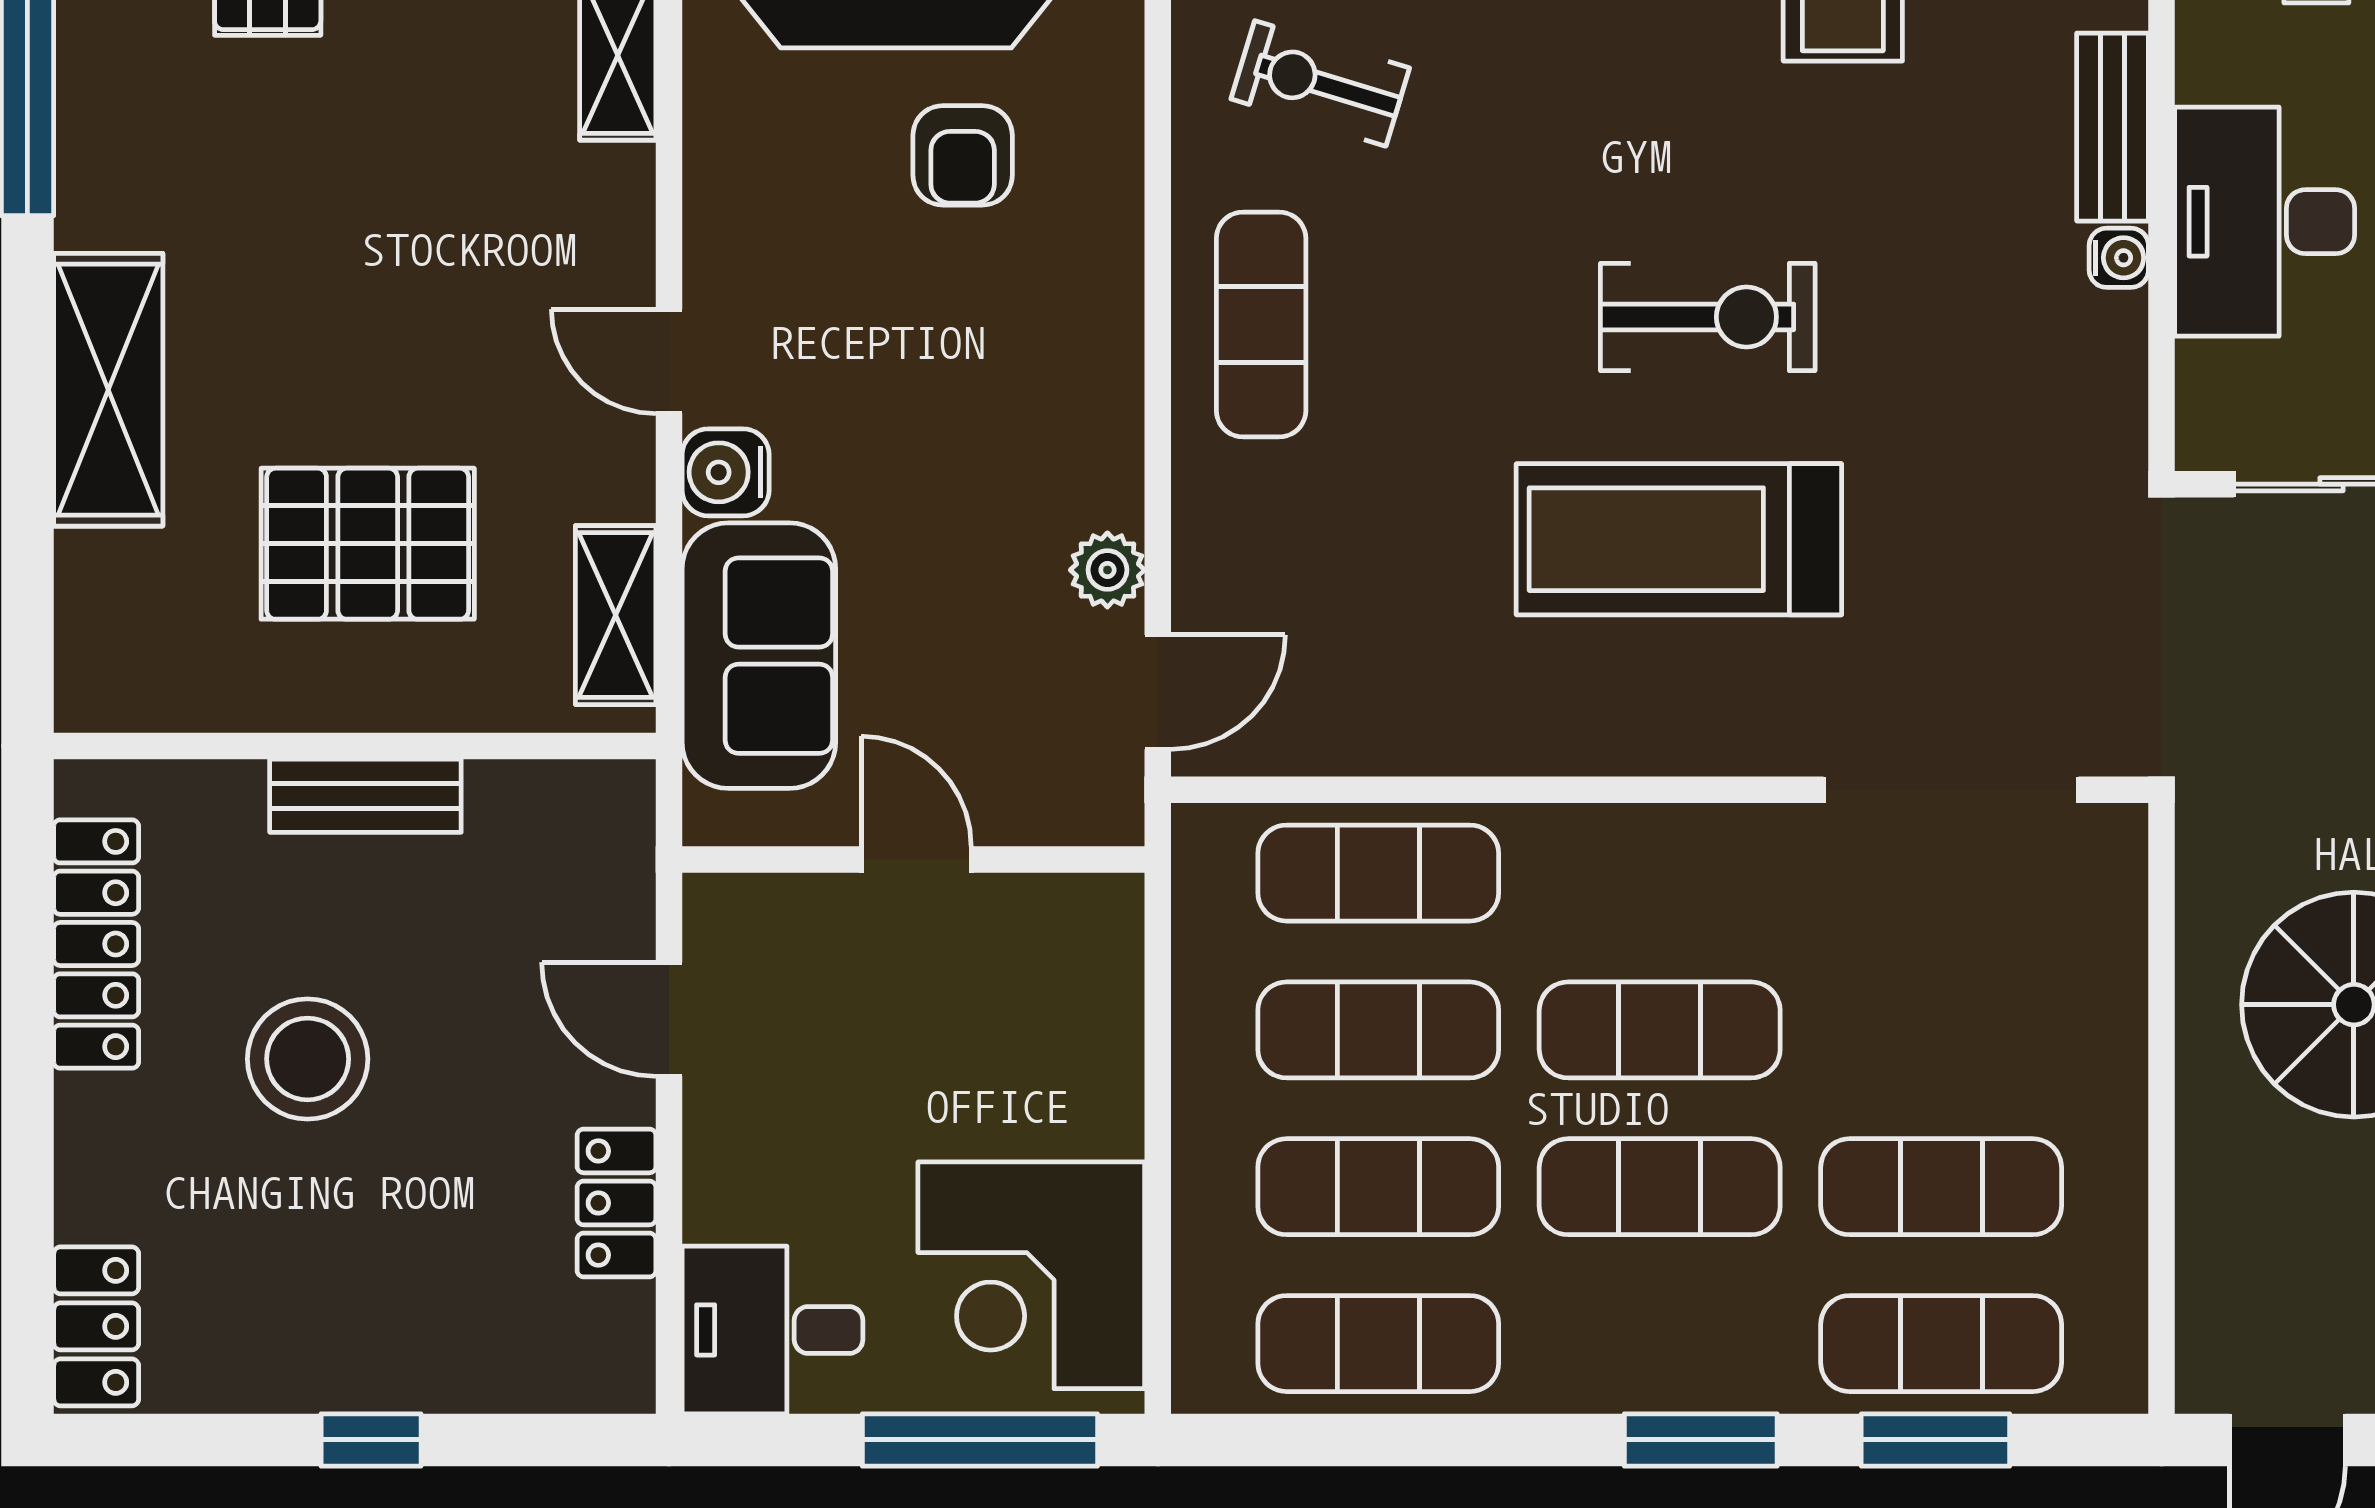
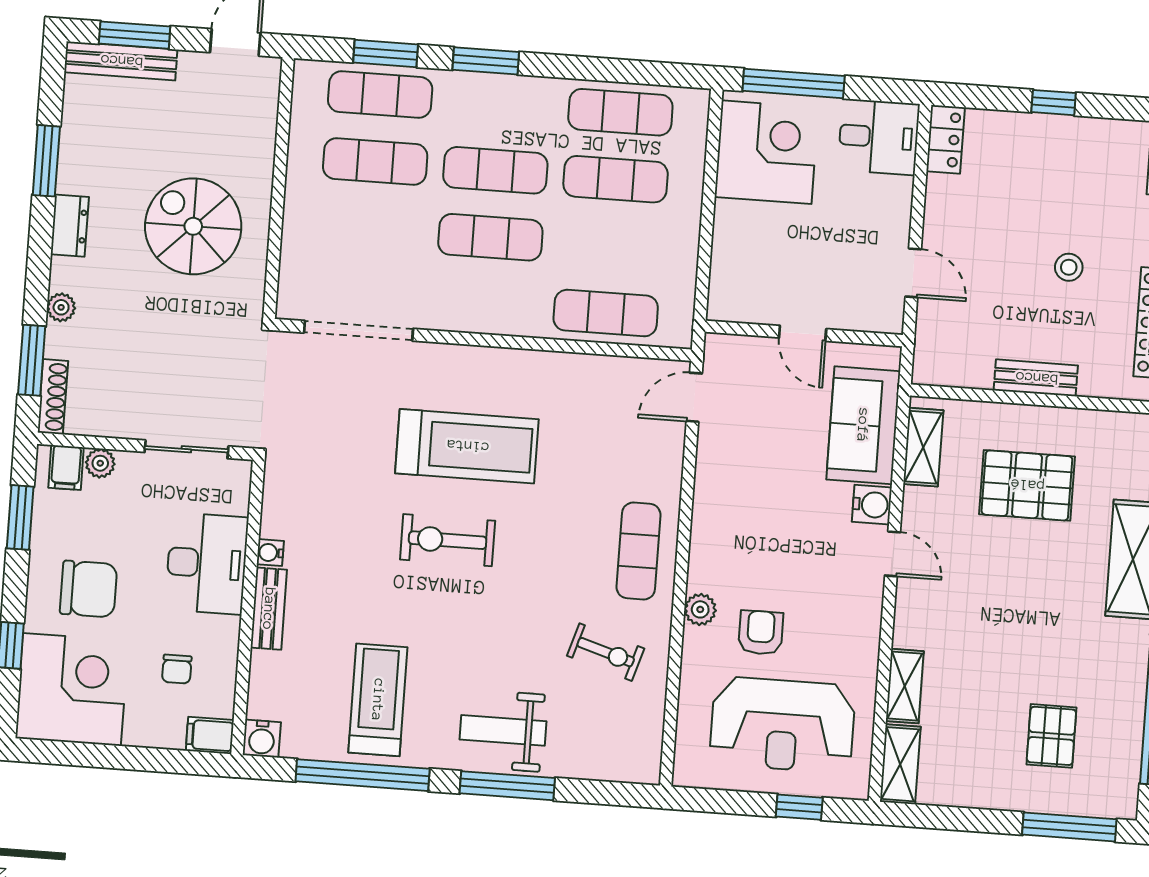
plant: (1107, 570) -> (700, 609), moved
exercise mat: (1378, 1030) -> (611, 246), removed
stool: (308, 1059) -> (1069, 267), width x0.53, depth x0.53
locker: (616, 1203) -> (945, 139), moved

